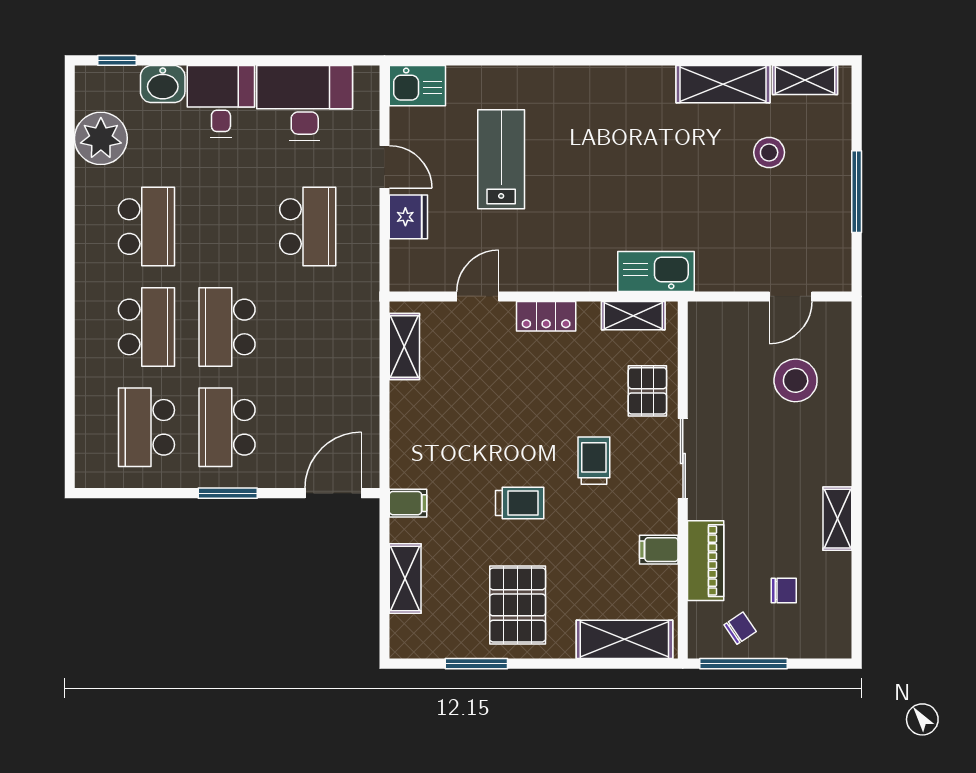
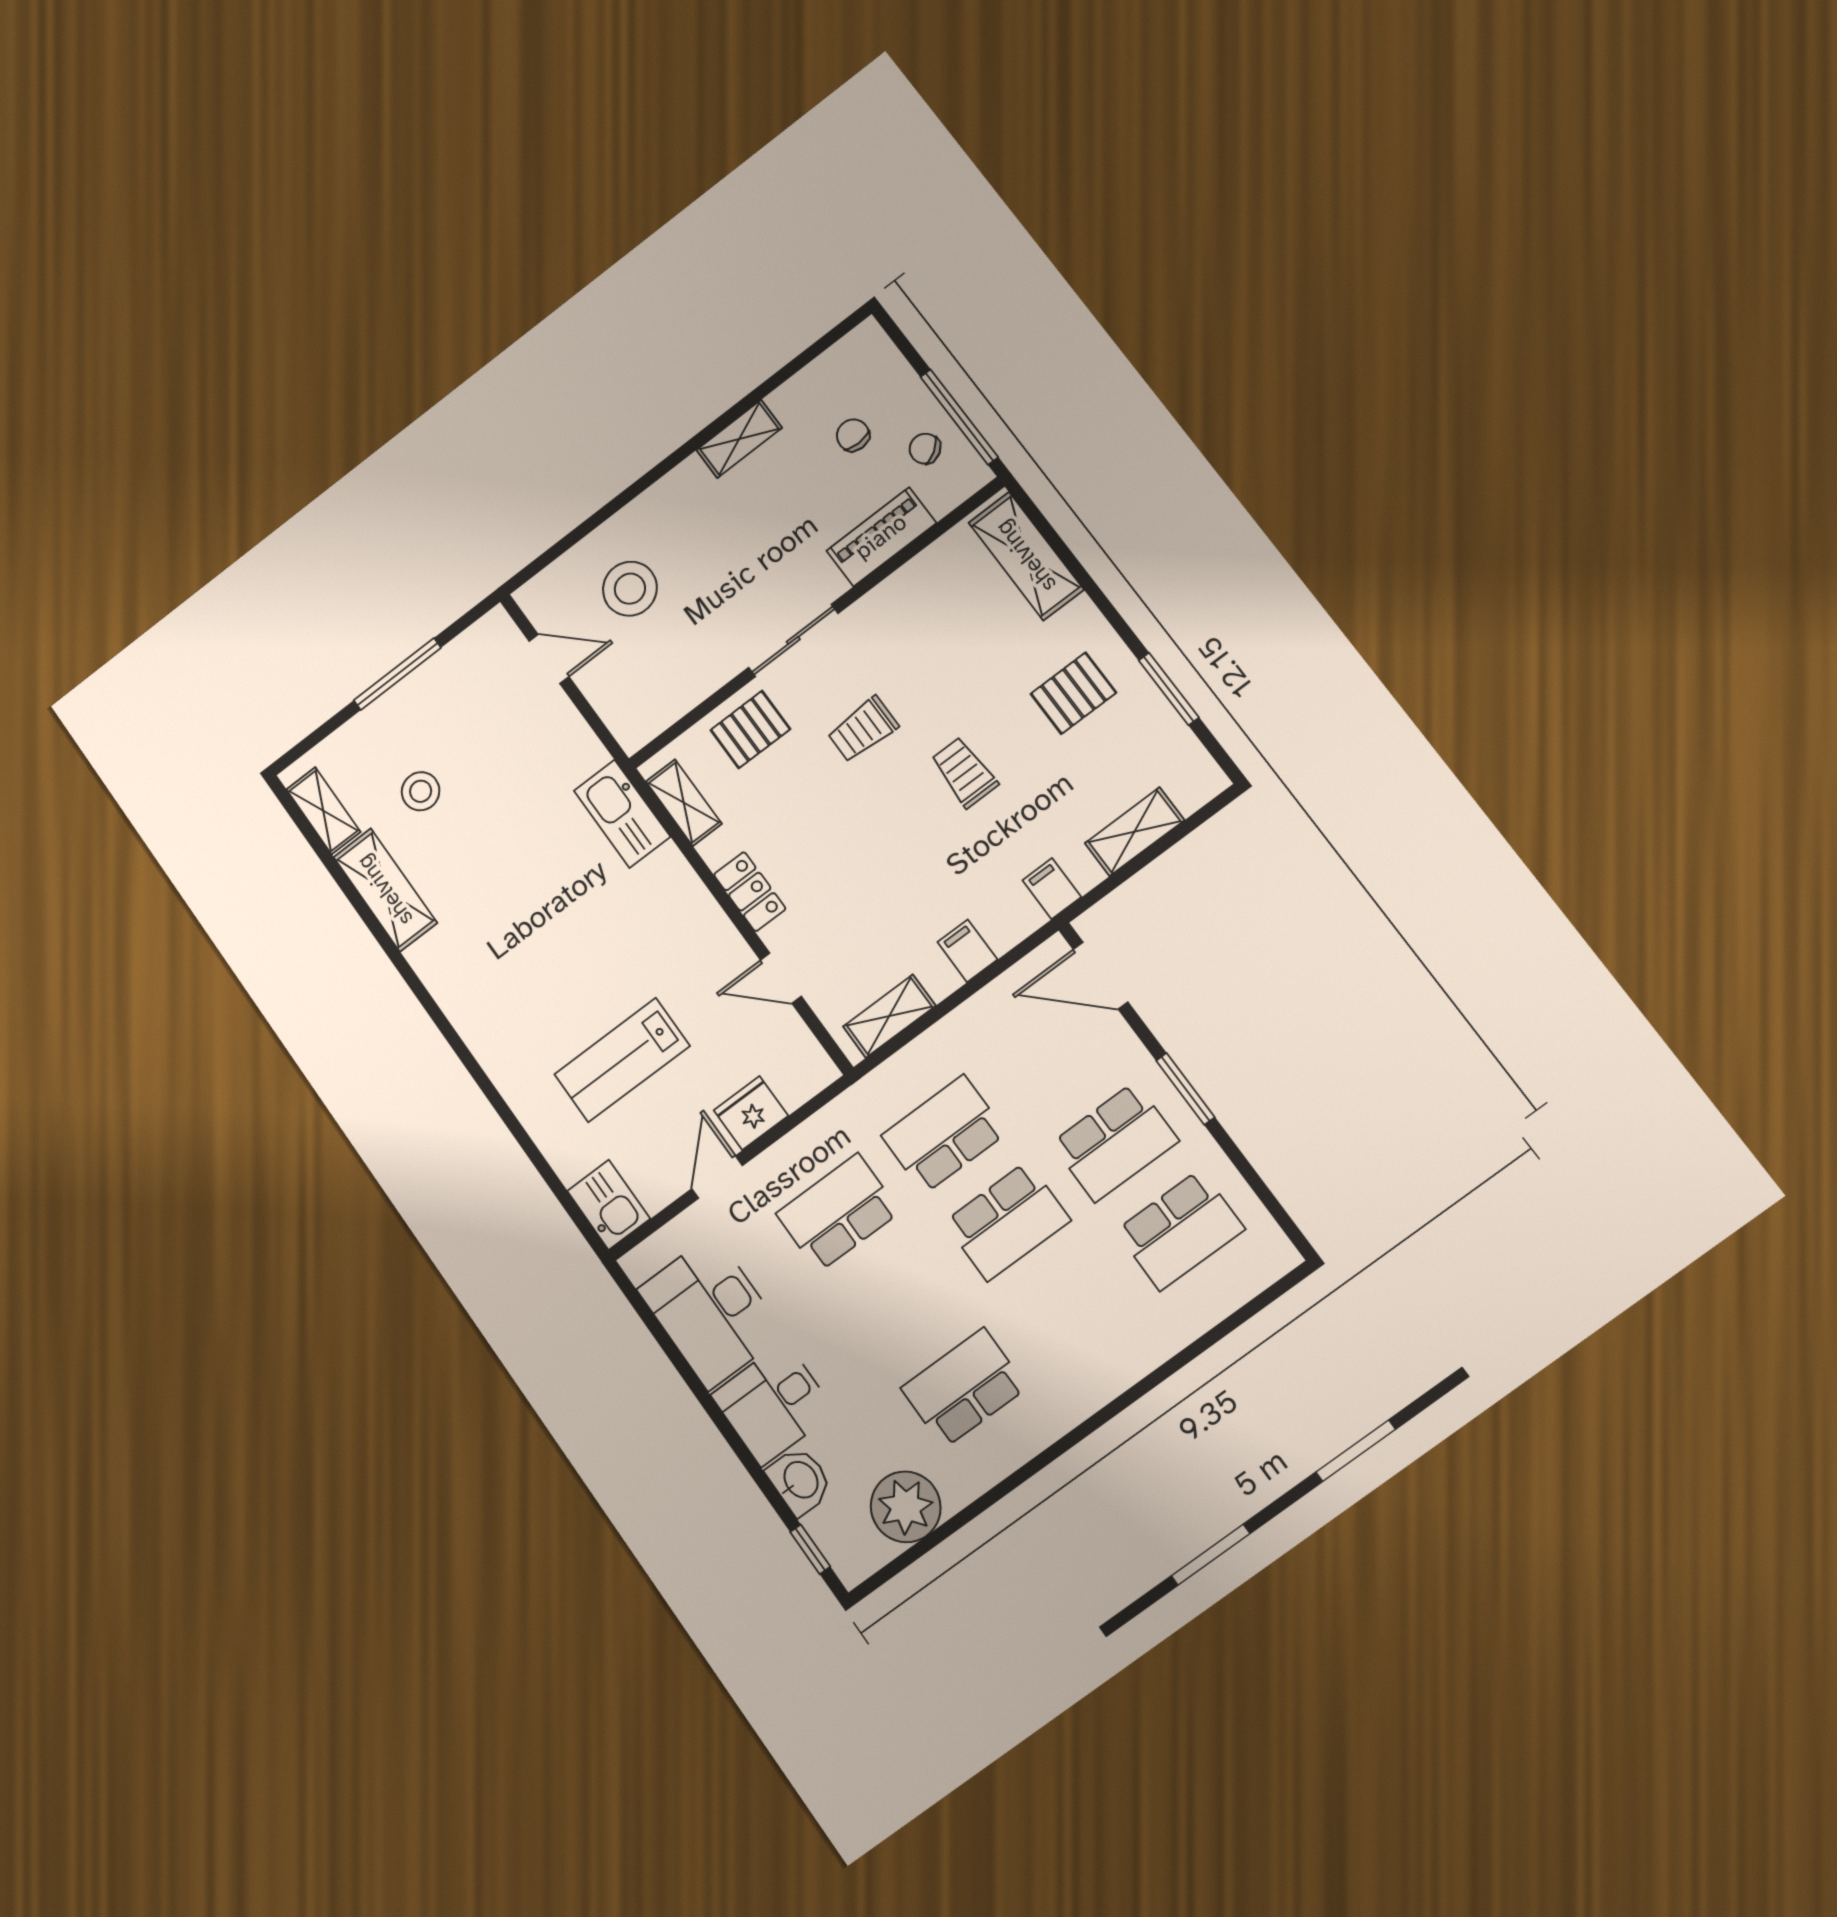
school desk: (146, 327) -> (944, 1134), moved
filing cabinet: (659, 550) -> (967, 951), moved, turned 180
pallet: (518, 605) -> (1073, 693), width x0.67, depth x0.71

